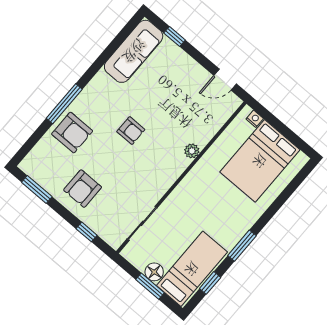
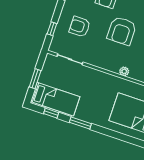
armchair: (131, 131) -> (122, 31), width x1.88, depth x1.88
armchair: (83, 189) -> (80, 27), moved
floor lamp: (154, 272) -> (44, 78), removed

